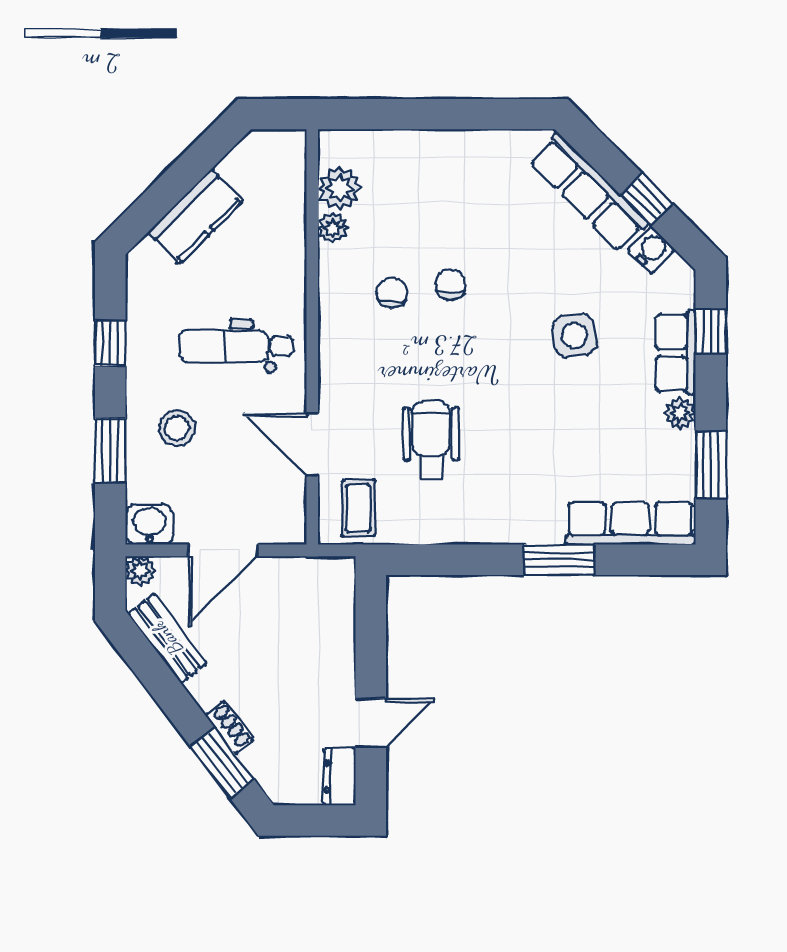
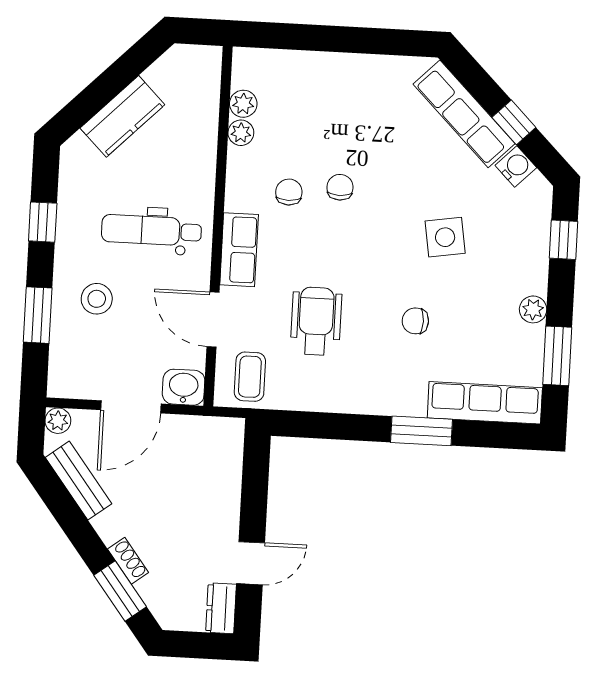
plant: (340, 189) -> (243, 104), width x0.73, depth x0.73
row of seats: (676, 353) -> (239, 250), moved, turned 180
chair: (545, 434) -> (415, 321), added
washbasin: (149, 524) -> (184, 387), moved

